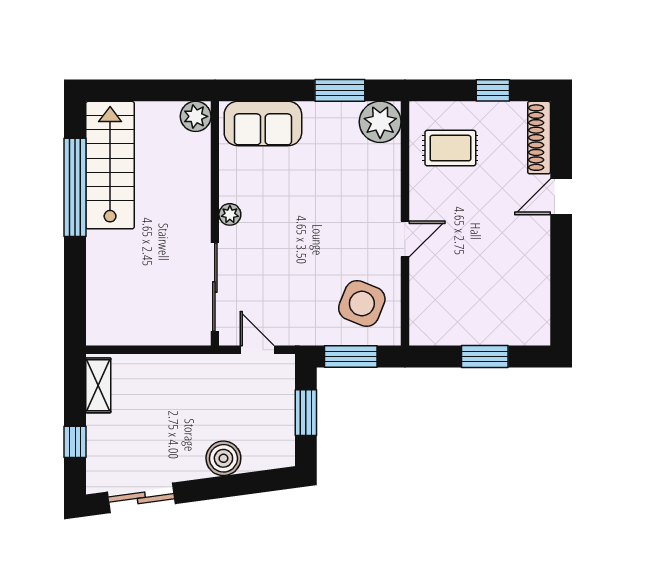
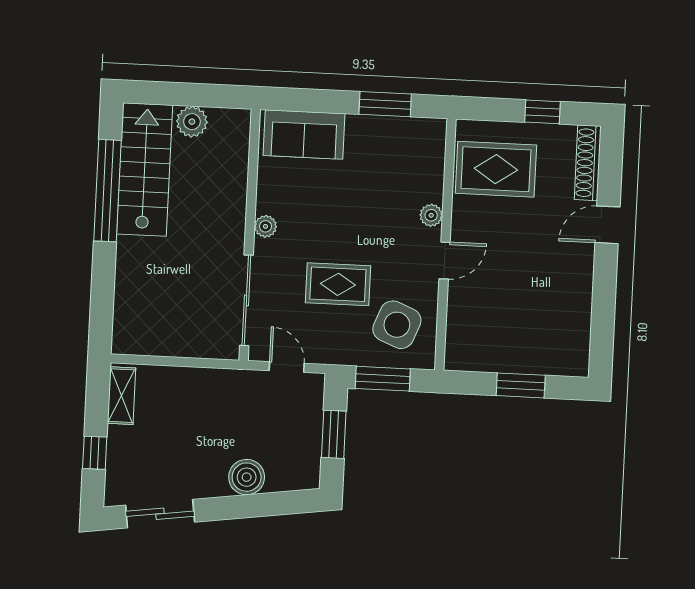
plant: (196, 116) -> (192, 122), moved
plant: (380, 122) -> (431, 215), moved, width x0.53, depth x0.53
rug: (450, 148) -> (496, 169), width x1.36, depth x1.43
rug: (303, 267) -> (338, 284), added

